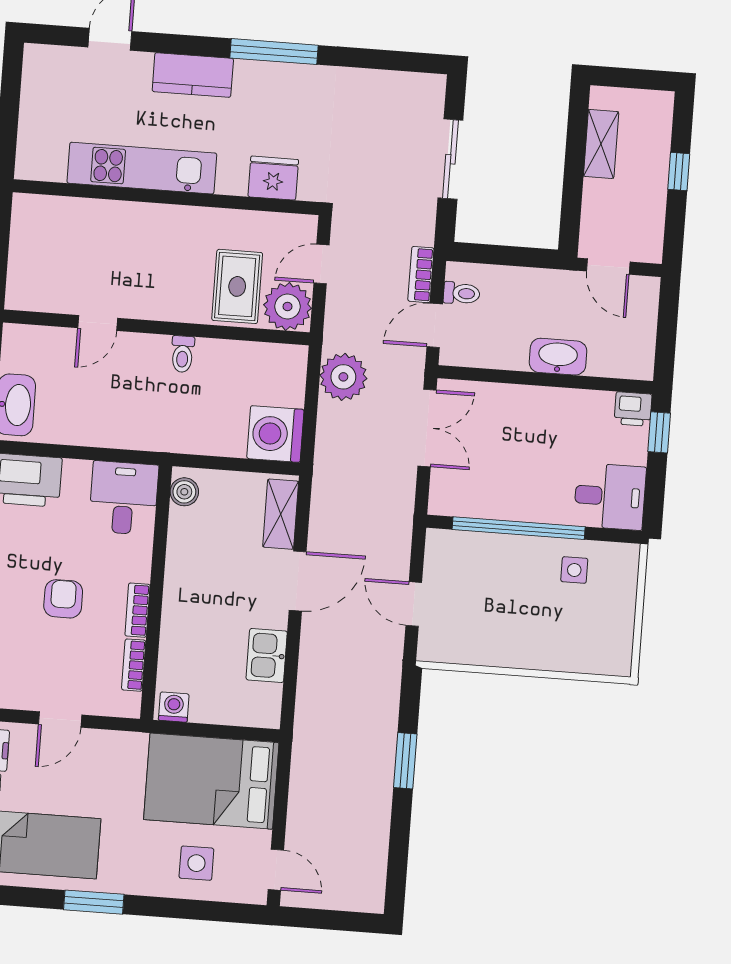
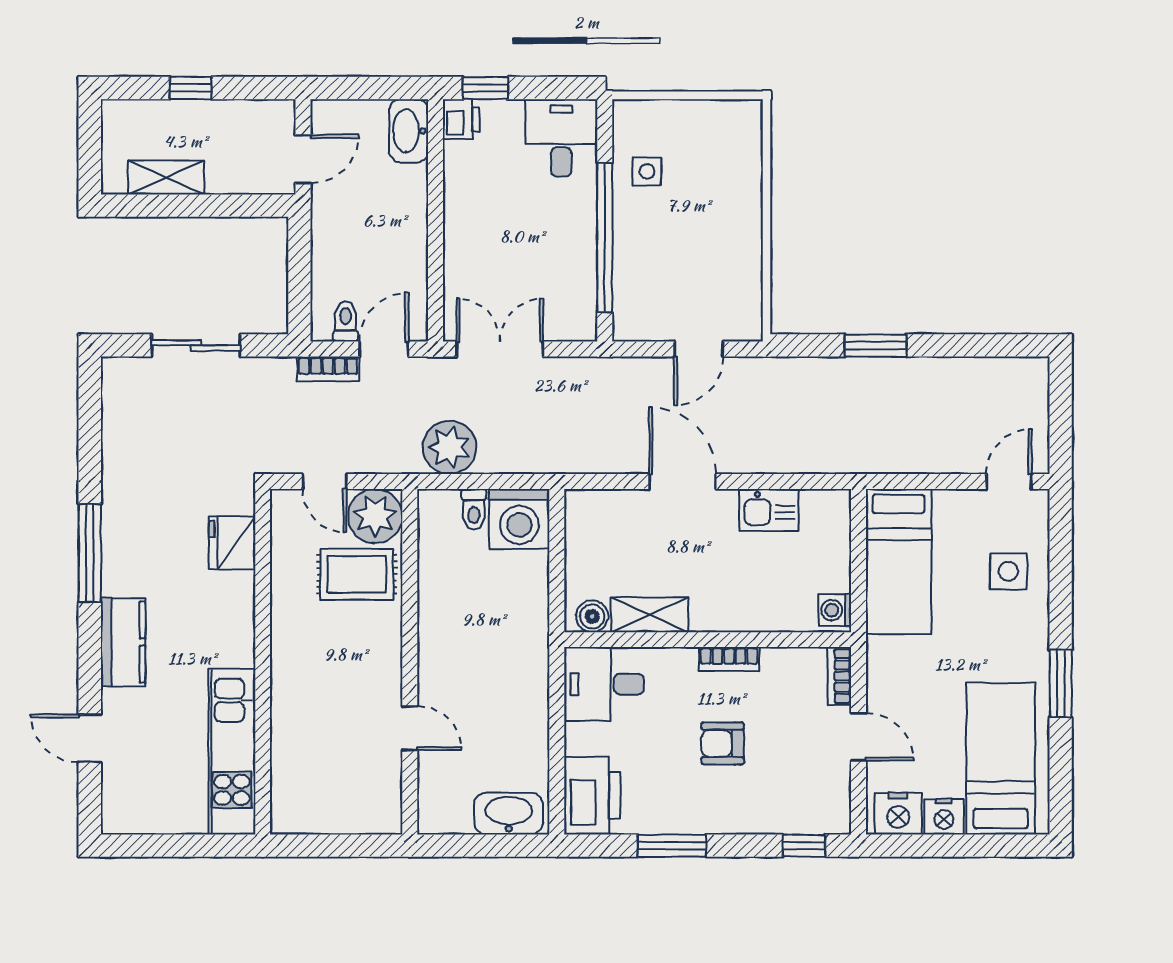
kitchen unit: (142, 168) -> (232, 752), moved
door: (435, 325) -> (384, 349), swing flipped
toilet: (183, 354) -> (474, 509), moved, turned 90
washbasin: (558, 357) -> (409, 131), moved
shelving: (281, 514) -> (650, 615), moved
bookcase: (134, 665) -> (839, 676), moved, turned 90
bed: (211, 781) -> (899, 562), width x0.67

